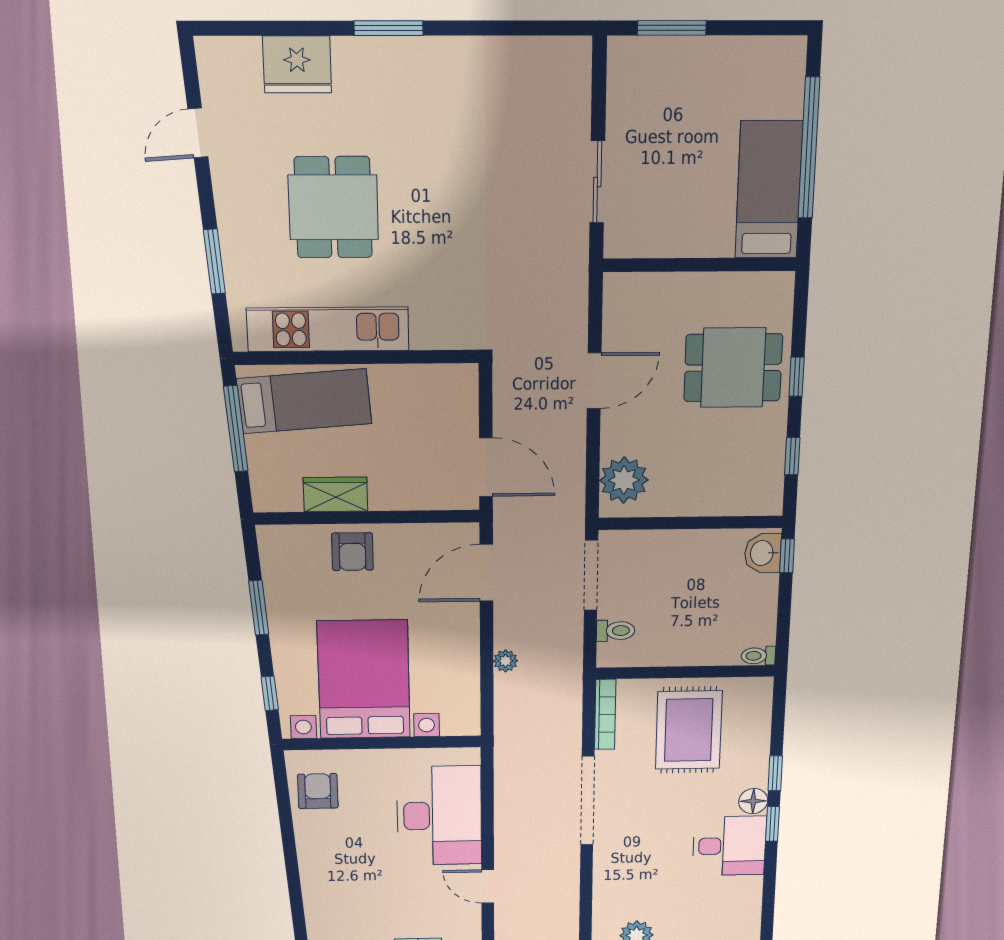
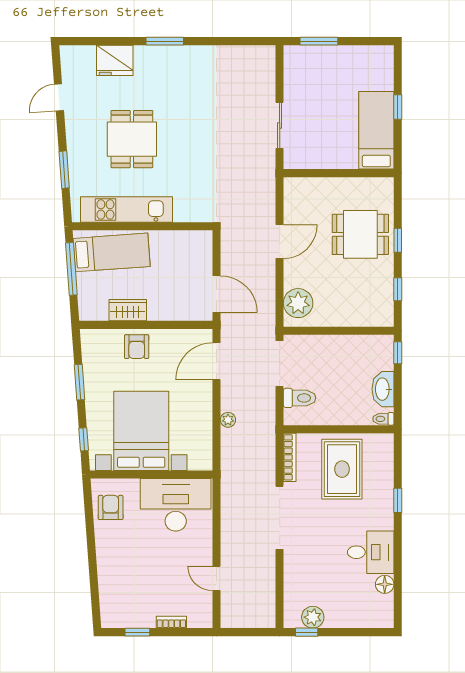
window: (809, 148) -> (398, 107), width x0.32
washbasin: (763, 553) -> (383, 389), moved, width x1.38
toilet: (616, 631) -> (300, 398), width x1.37, depth x1.39
floor lamp: (753, 801) -> (385, 584), moved
desk: (439, 816) -> (176, 505), moved, turned -90
window: (773, 824) -> (398, 537), removed

